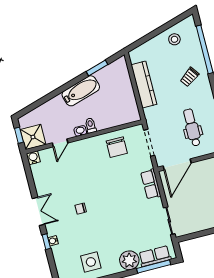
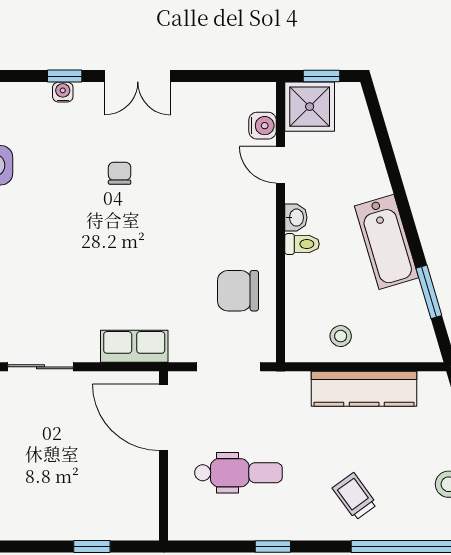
stool: (125, 100) -> (341, 336), added
water cooler: (33, 158) -> (263, 126), moved

